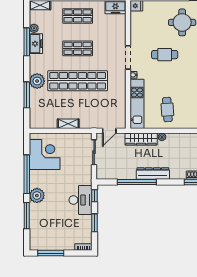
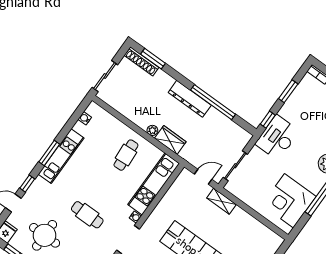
shelving: (68, 124) -> (221, 201), moved
wardrobe: (141, 139) -> (170, 140), width x0.67
desk: (80, 200) -> (277, 138), moved

